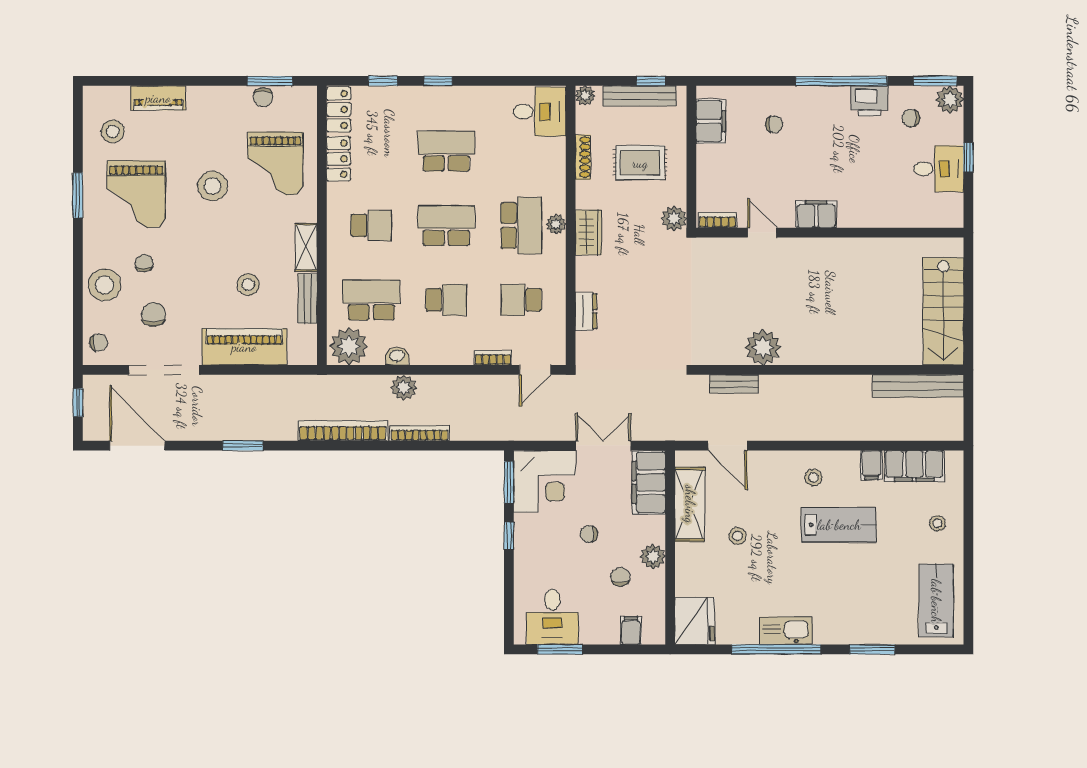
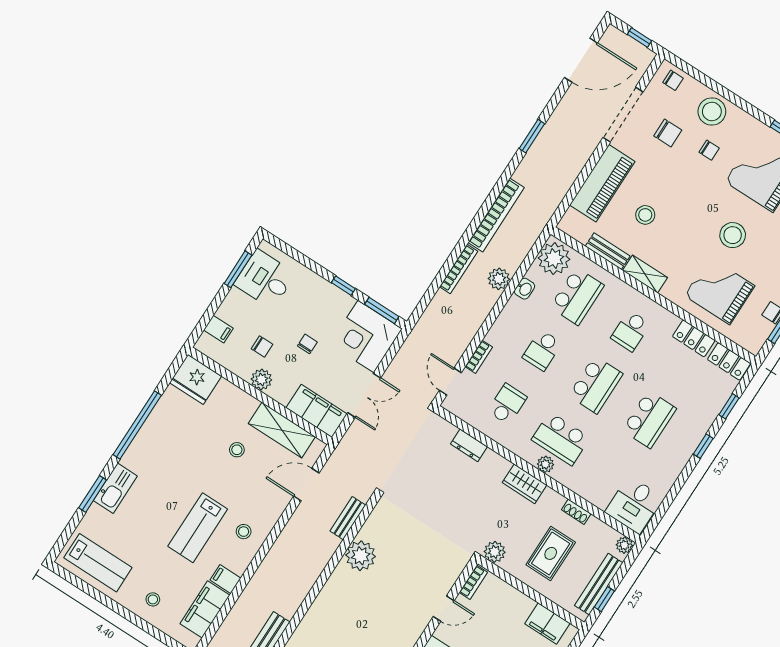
shoe rack: (583, 157) -> (576, 512), width x0.70
chair: (99, 343) -> (673, 80), turned -84
kitchen sink: (786, 631) -> (115, 488), moved

